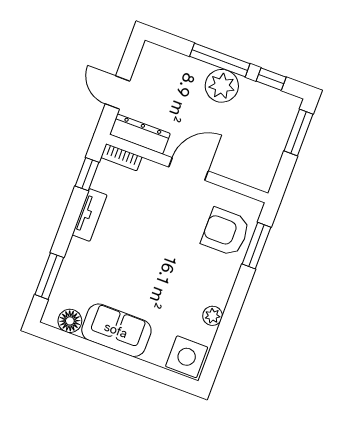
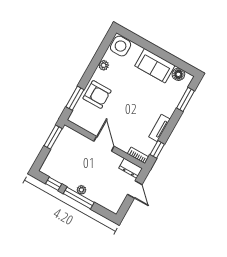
plant: (222, 86) -> (81, 190), width x0.53, depth x0.53
window: (299, 133) -> (53, 137), moved
dresser: (140, 134) -> (131, 168), width x0.70
door: (188, 169) -> (104, 144), swing flipped
armchair: (226, 232) -> (97, 95), moved

